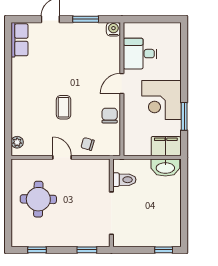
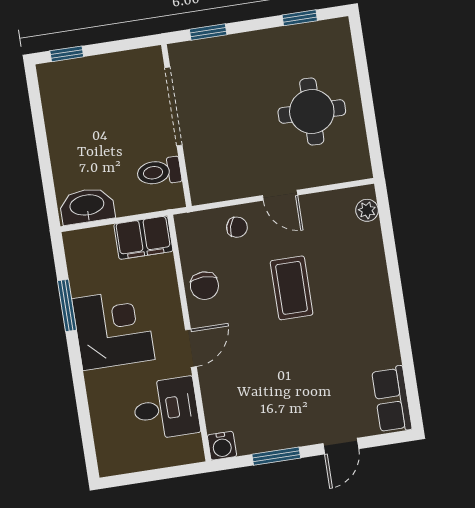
coffee table: (64, 107) -> (292, 288), width x1.36, depth x1.30
filing cabinet: (166, 146) -> (143, 238), moved

